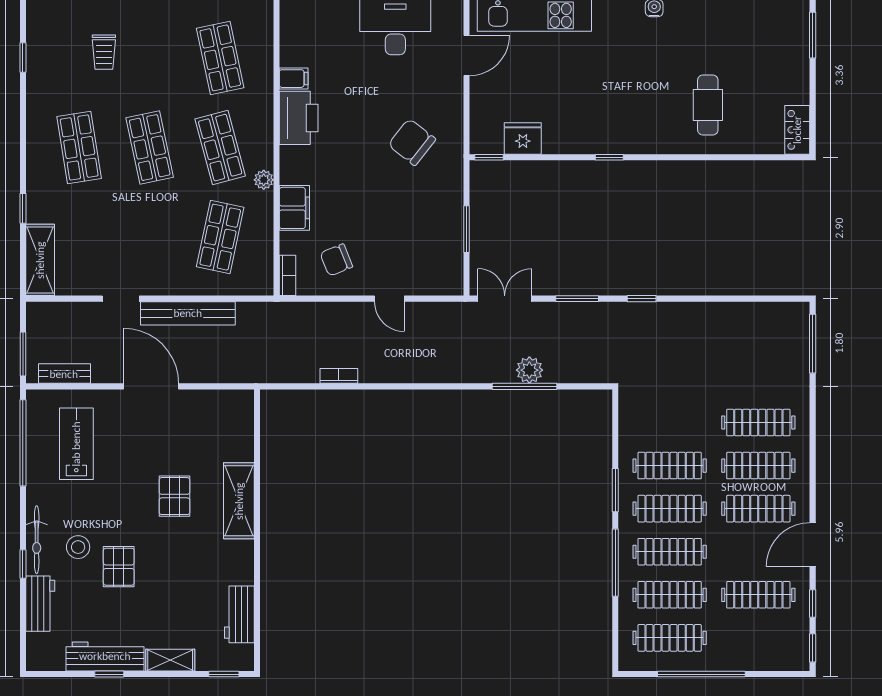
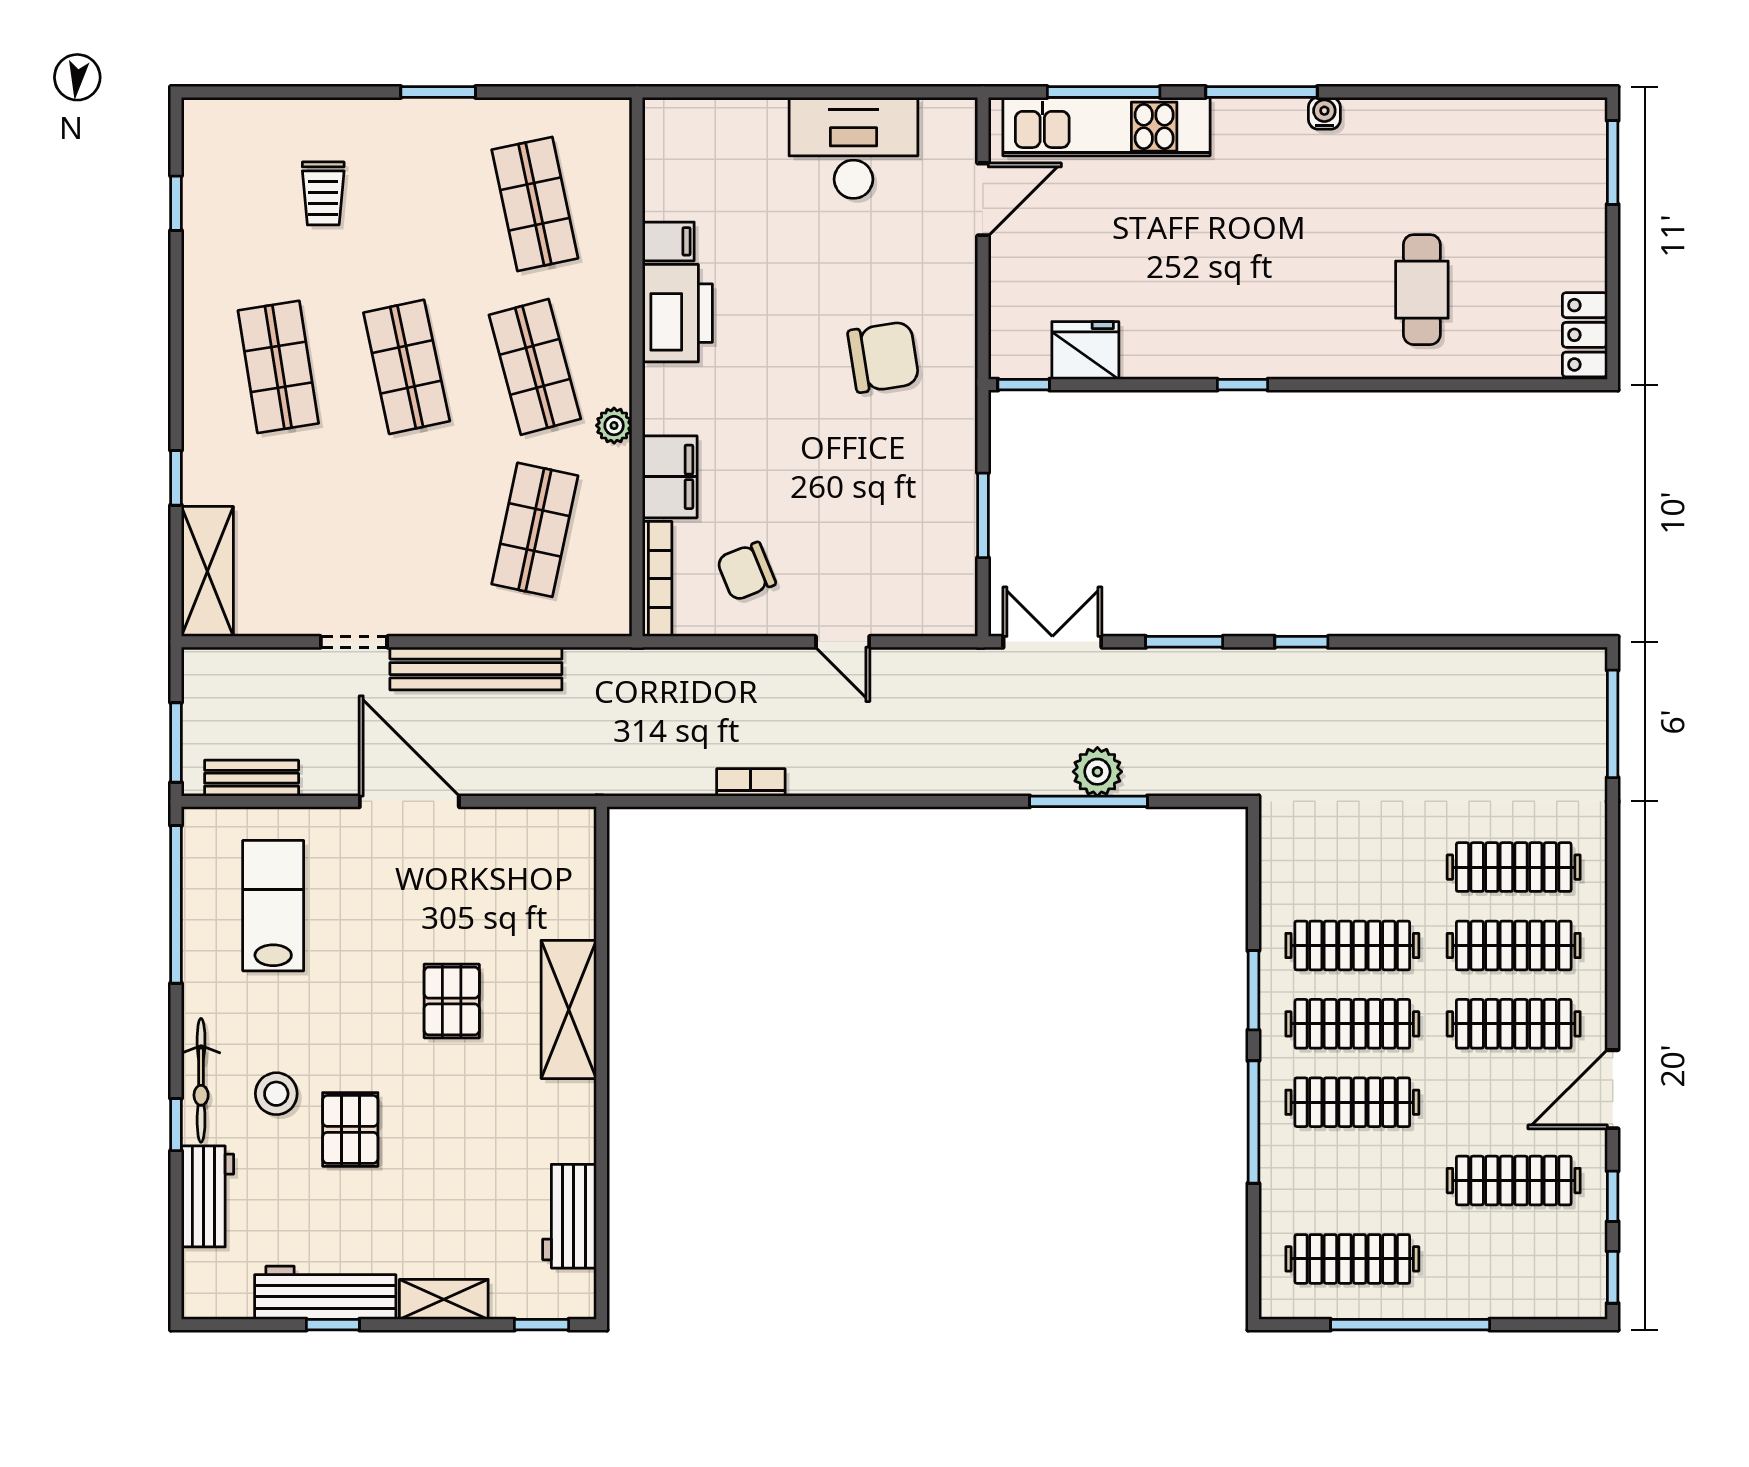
chair: (412, 142) -> (883, 357), turned 133
bookcase: (287, 275) -> (657, 579), width x1.56
clothes rail: (670, 595) -> (1352, 1181), removed

